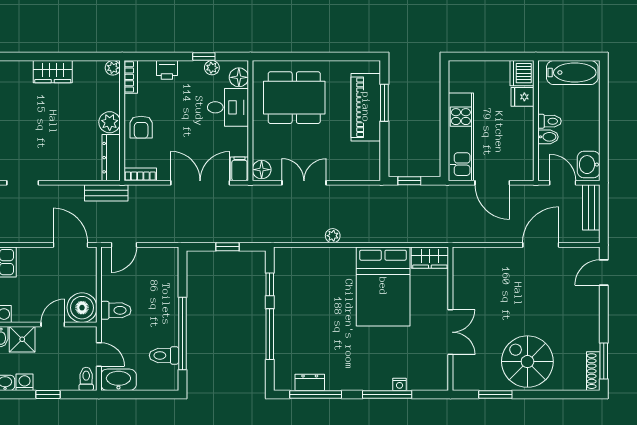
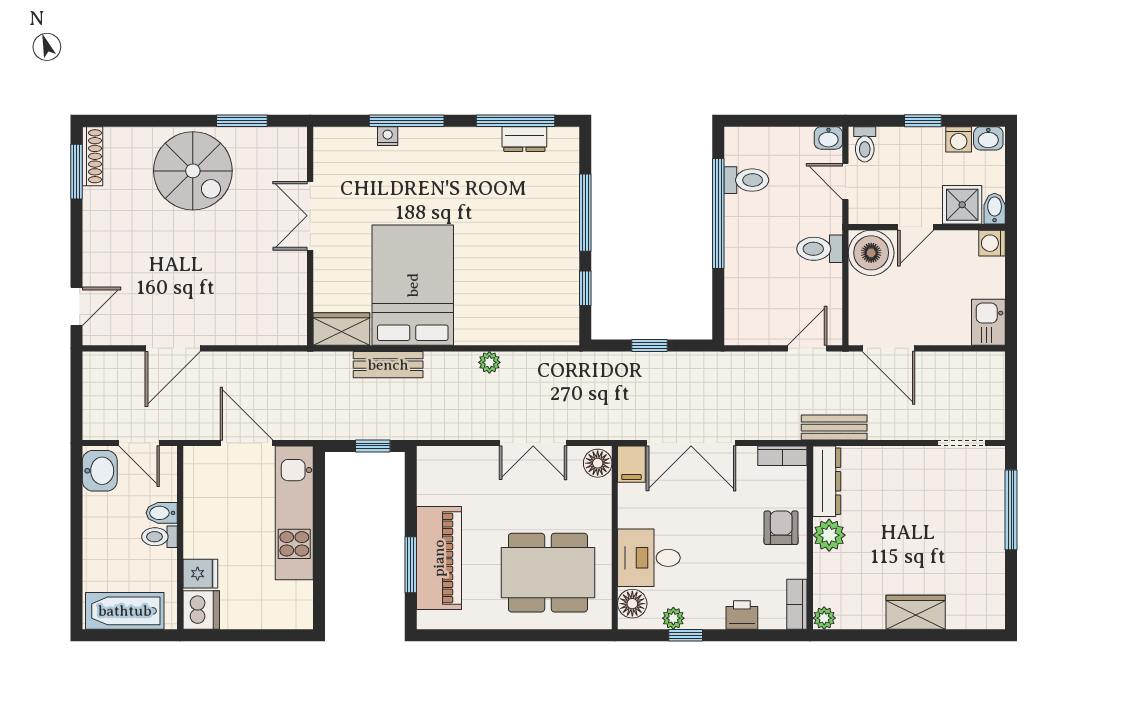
bench: (591, 207) -> (388, 365), moved, turned 90
washbasin: (118, 380) -> (828, 138), width x0.52, depth x0.69

